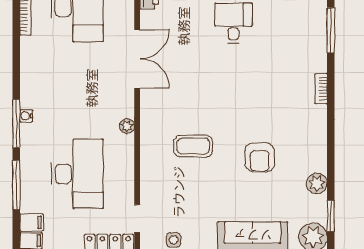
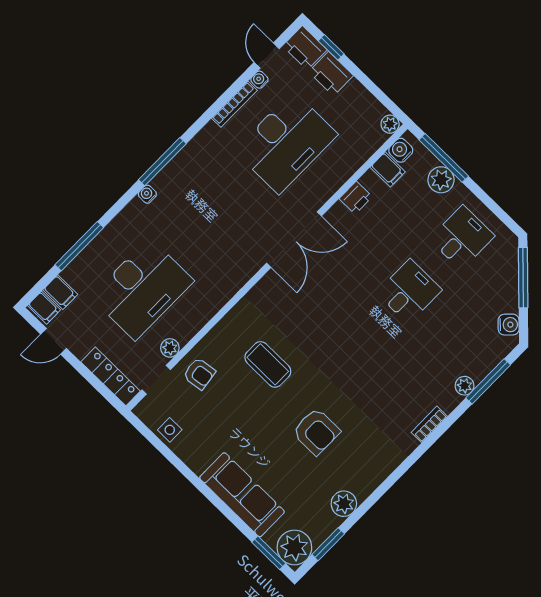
plant: (320, 46) -> (465, 386), added
window: (16, 123) -> (162, 162), moved
plant: (127, 126) -> (170, 348), moved
armchair: (260, 157) -> (316, 432), turned -90
armchair: (159, 191) -> (199, 374), added

